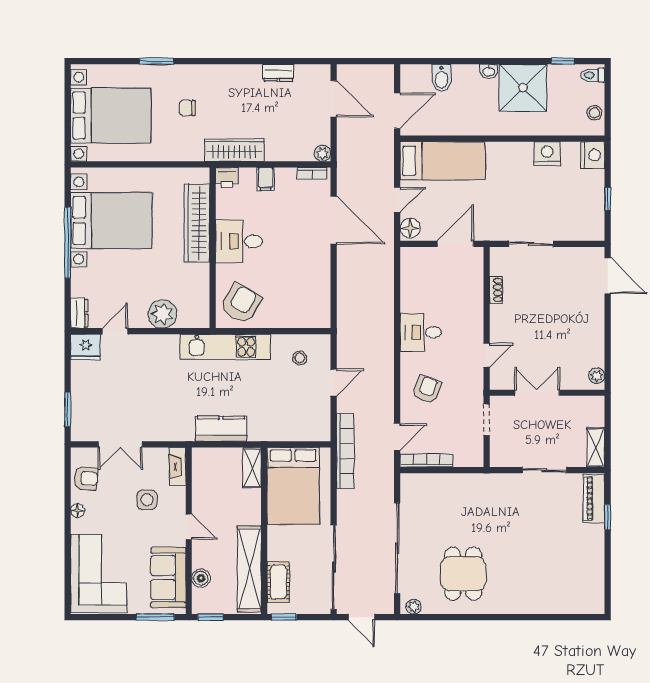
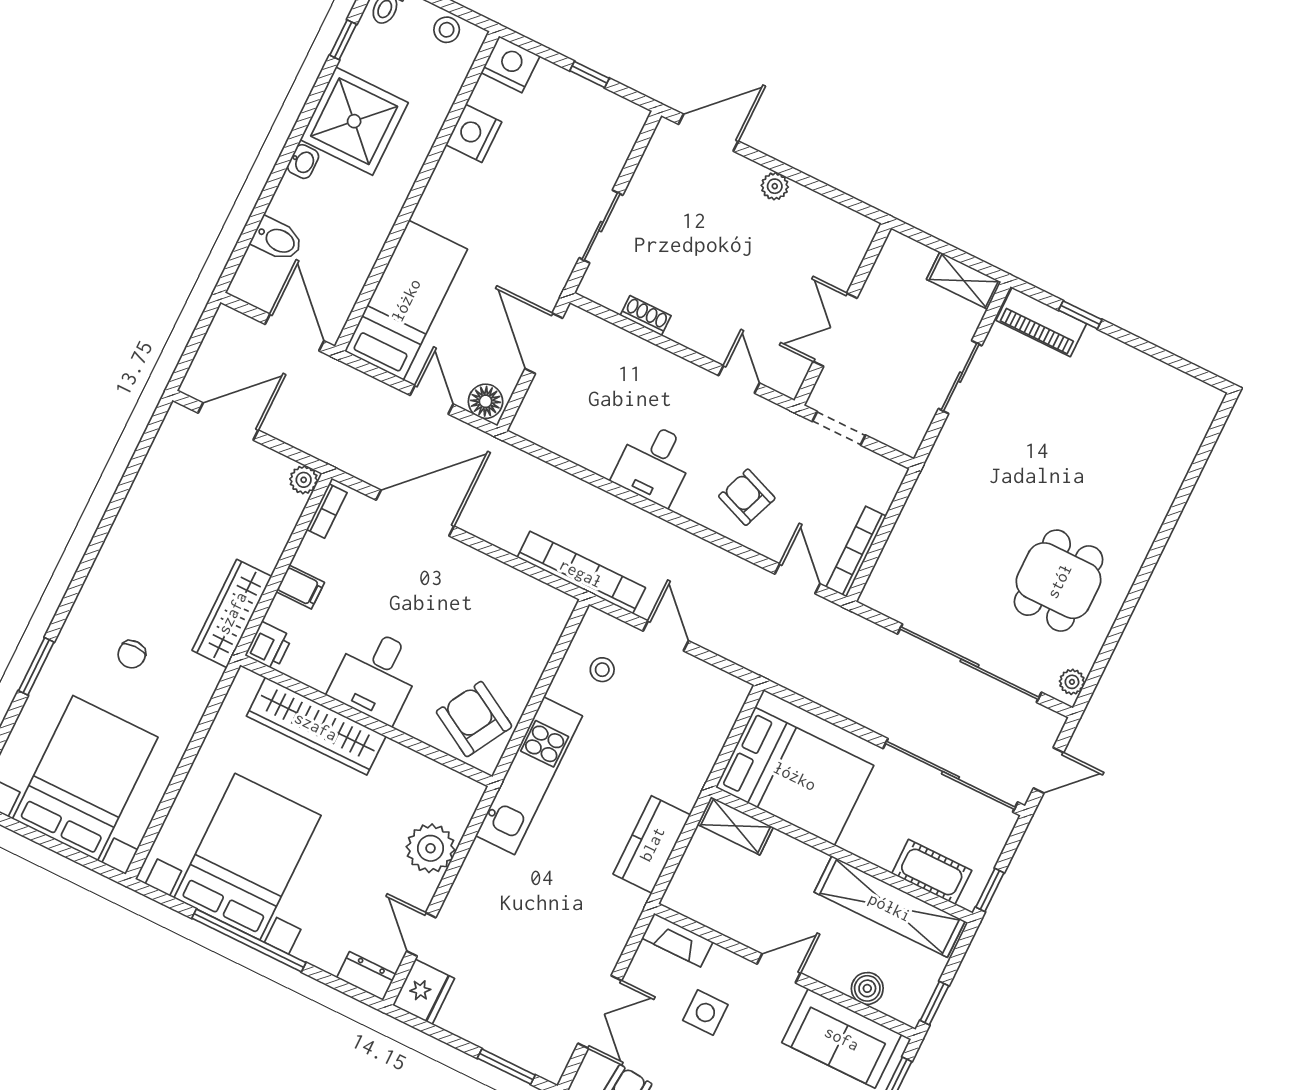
dresser: (278, 73) -> (146, 487), removed
plant: (597, 376) -> (775, 186), moved
bookcase: (345, 451) -> (581, 573), moved
dining table: (463, 574) -> (1059, 581), turned 90

